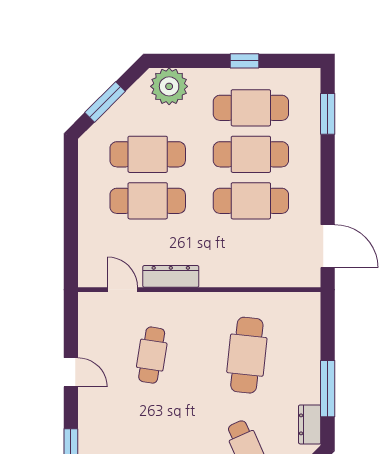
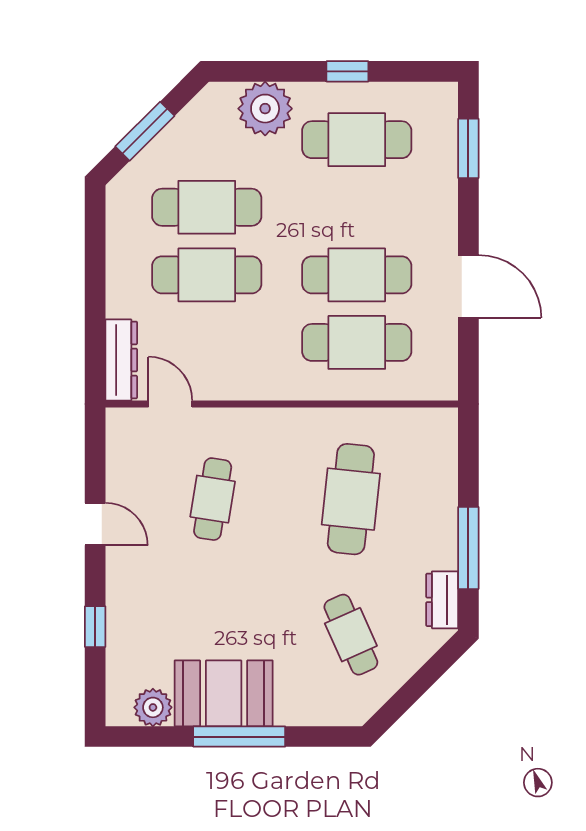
plant: (169, 86) -> (265, 109), moved
cafe table: (251, 154) -> (357, 342), moved
door: (328, 246) -> (468, 286), moved
dresser: (171, 276) -> (121, 360), moved, turned 90

